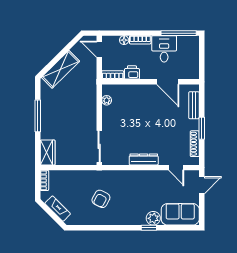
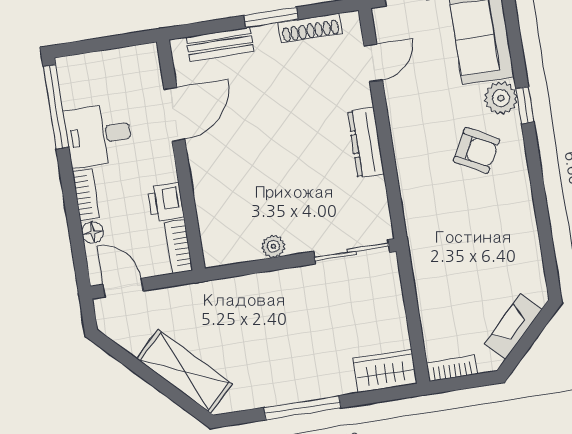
door: (99, 49) -> (123, 288), swing flipped
plant: (107, 100) -> (273, 246), moved
armchair: (101, 199) -> (477, 150), moved

